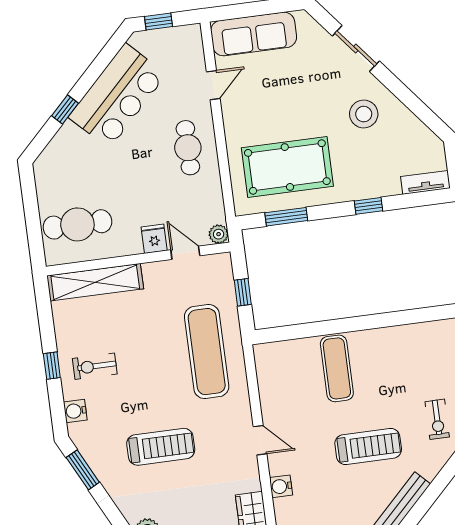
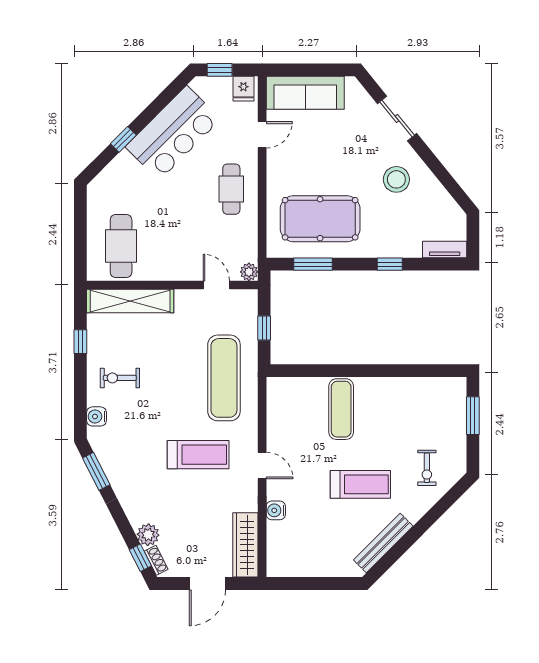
cafe table: (77, 224) -> (121, 246), turned 90
fridge: (154, 239) -> (243, 89), moved, turned 180
window: (52, 366) -> (80, 342), moved
treadmill: (161, 447) -> (198, 455), moved

